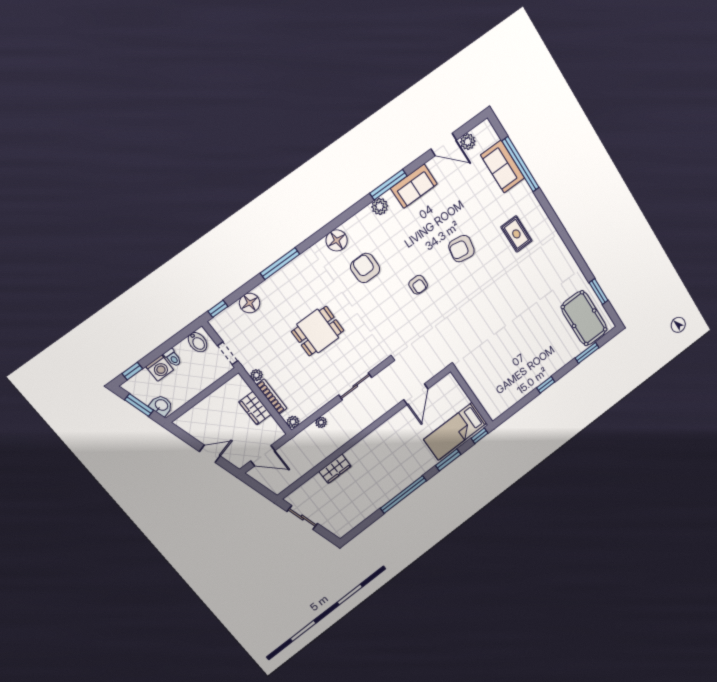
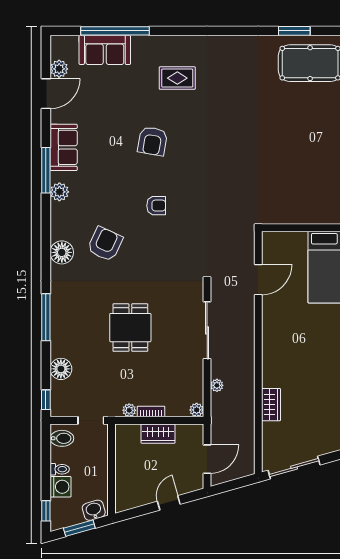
armchair: (365, 268) -> (105, 244), turned 115
sliding door: (355, 386) -> (207, 330), width x1.37
door: (416, 394) -> (258, 280), hinge flipped
bookcase: (272, 397) -> (151, 411), width x0.64
sliding door: (302, 518) -> (294, 468), width x1.37

